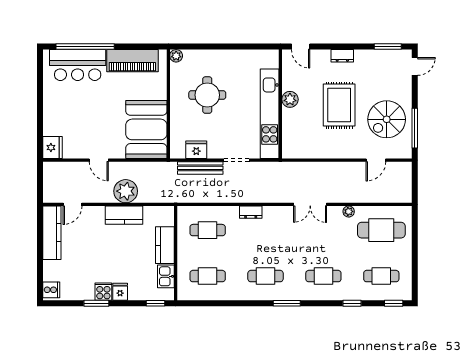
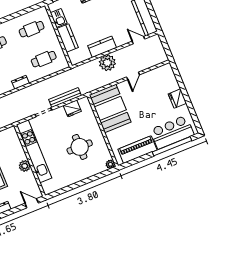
fridge: (52, 148) -> (177, 99), moved
door: (99, 160) -> (133, 76), swing flipped
door: (72, 204) -> (138, 40), hinge flipped

